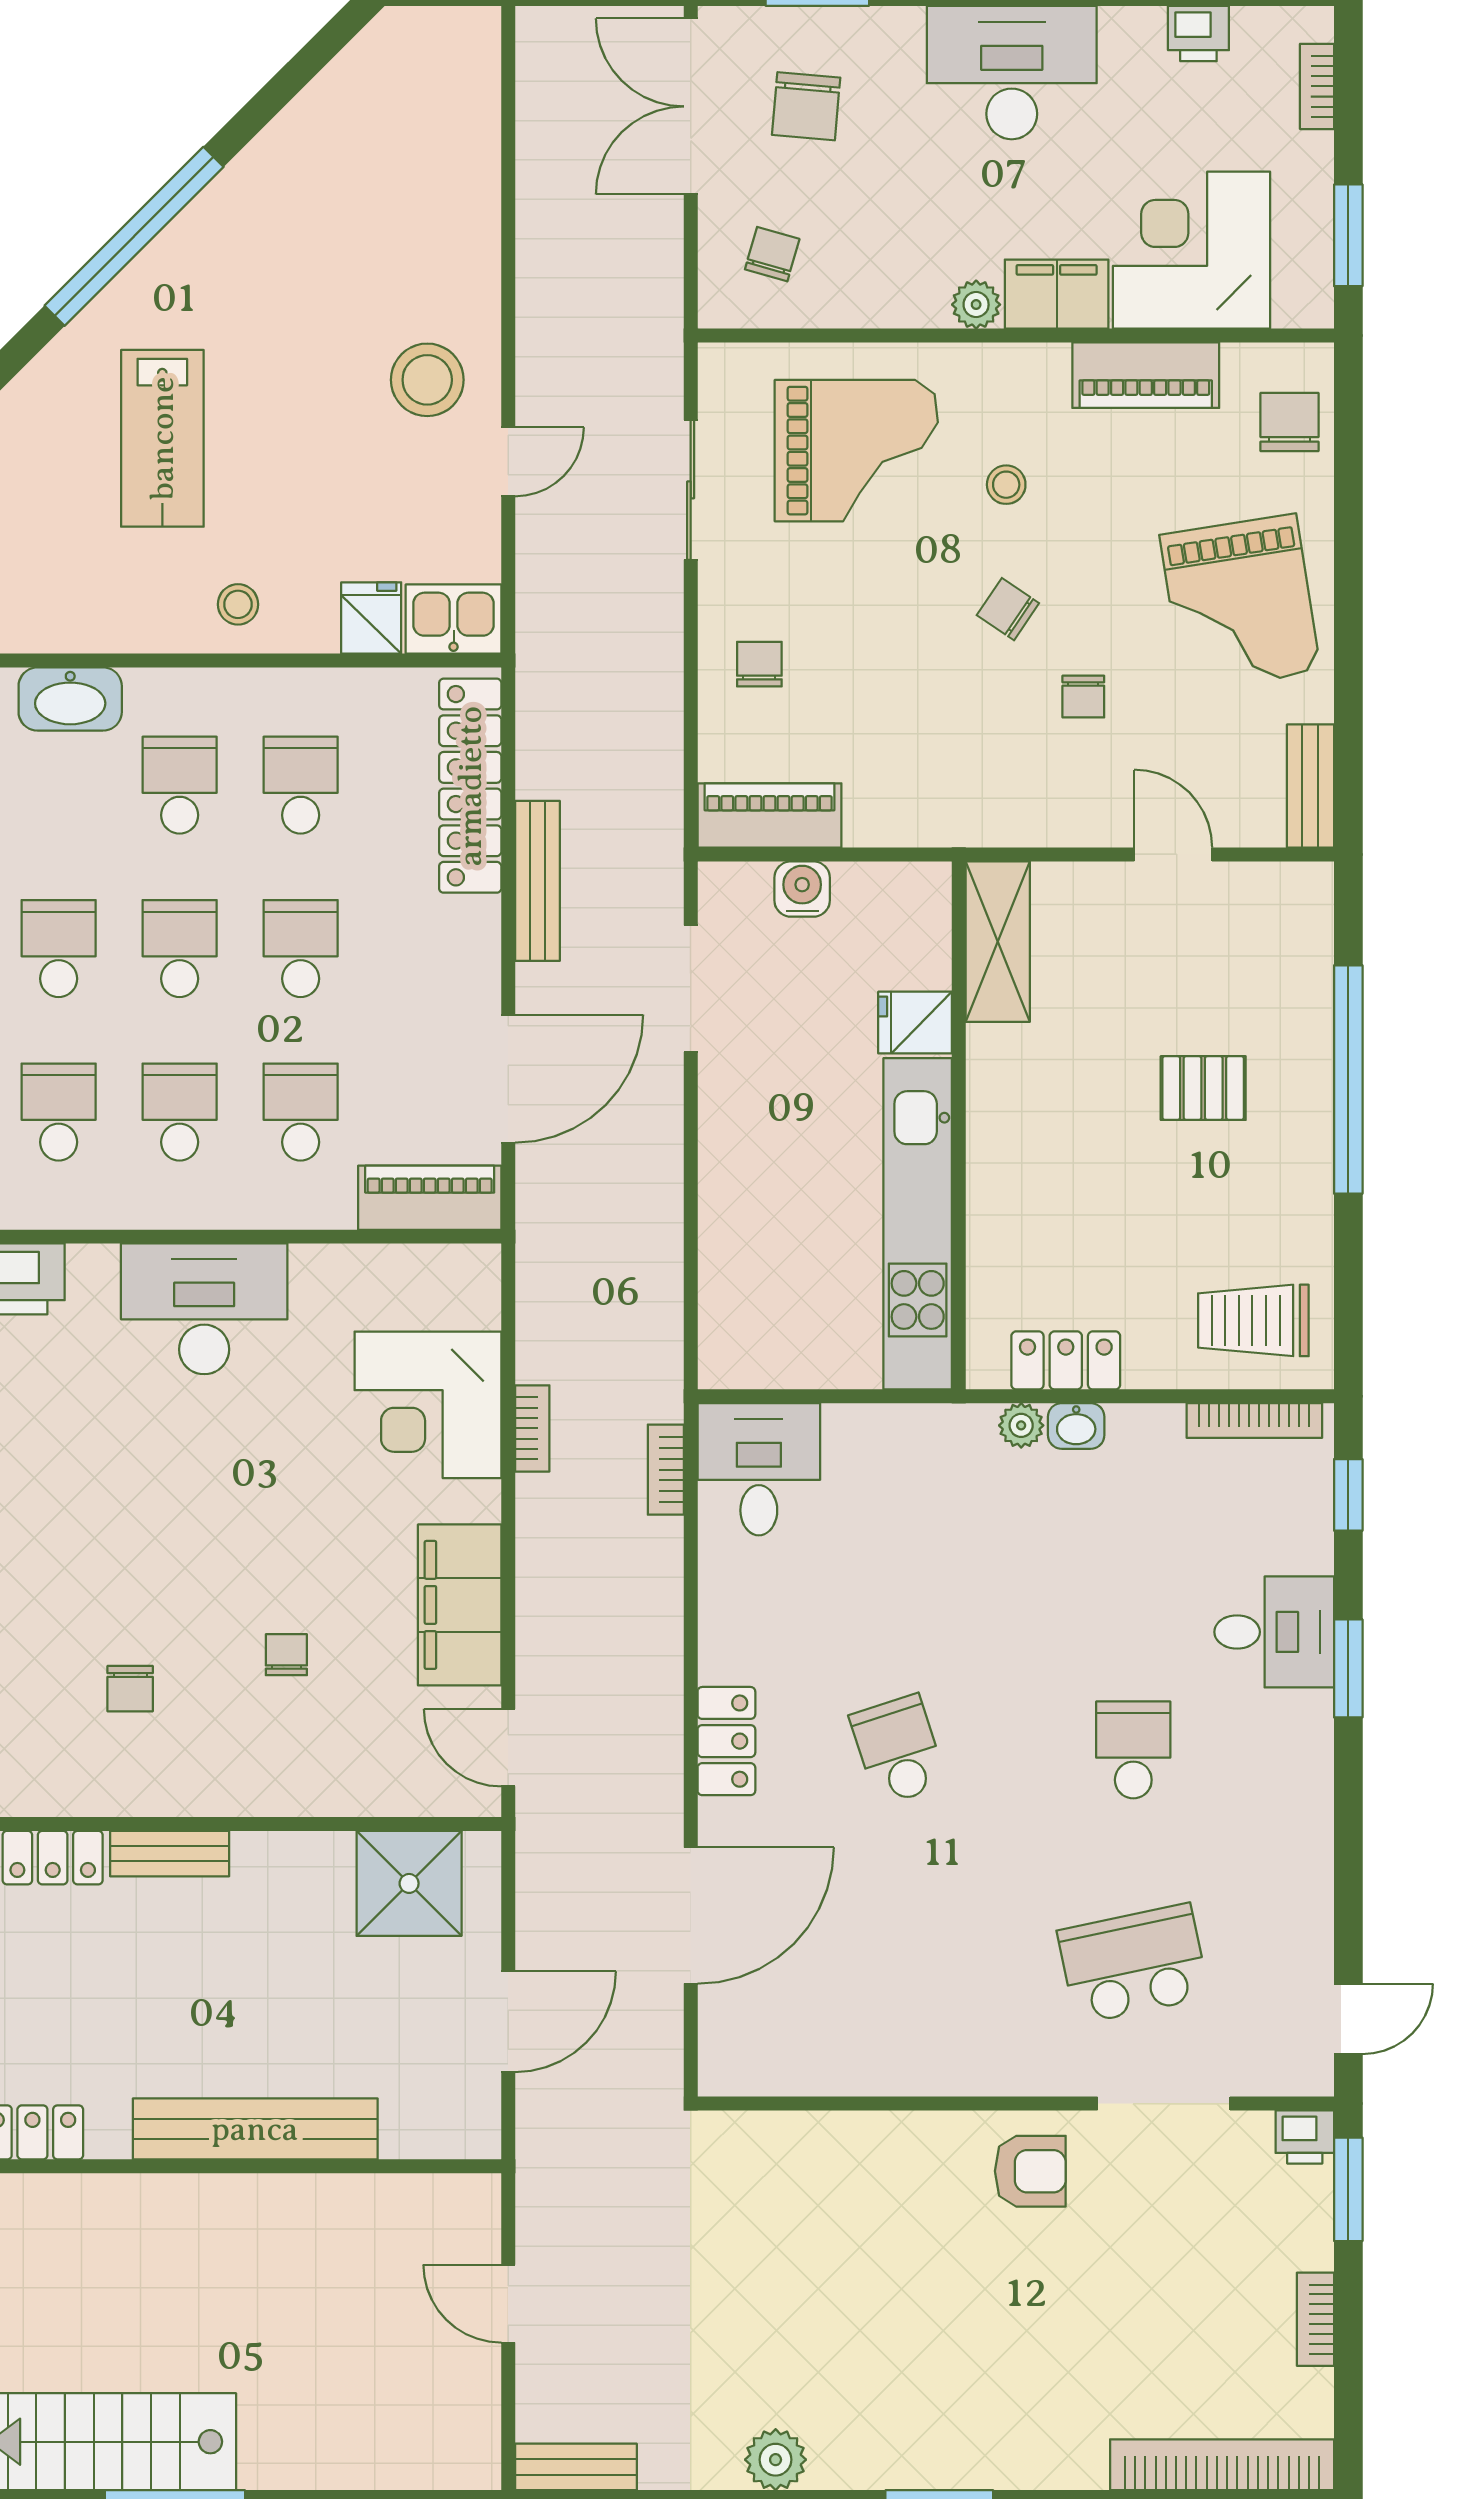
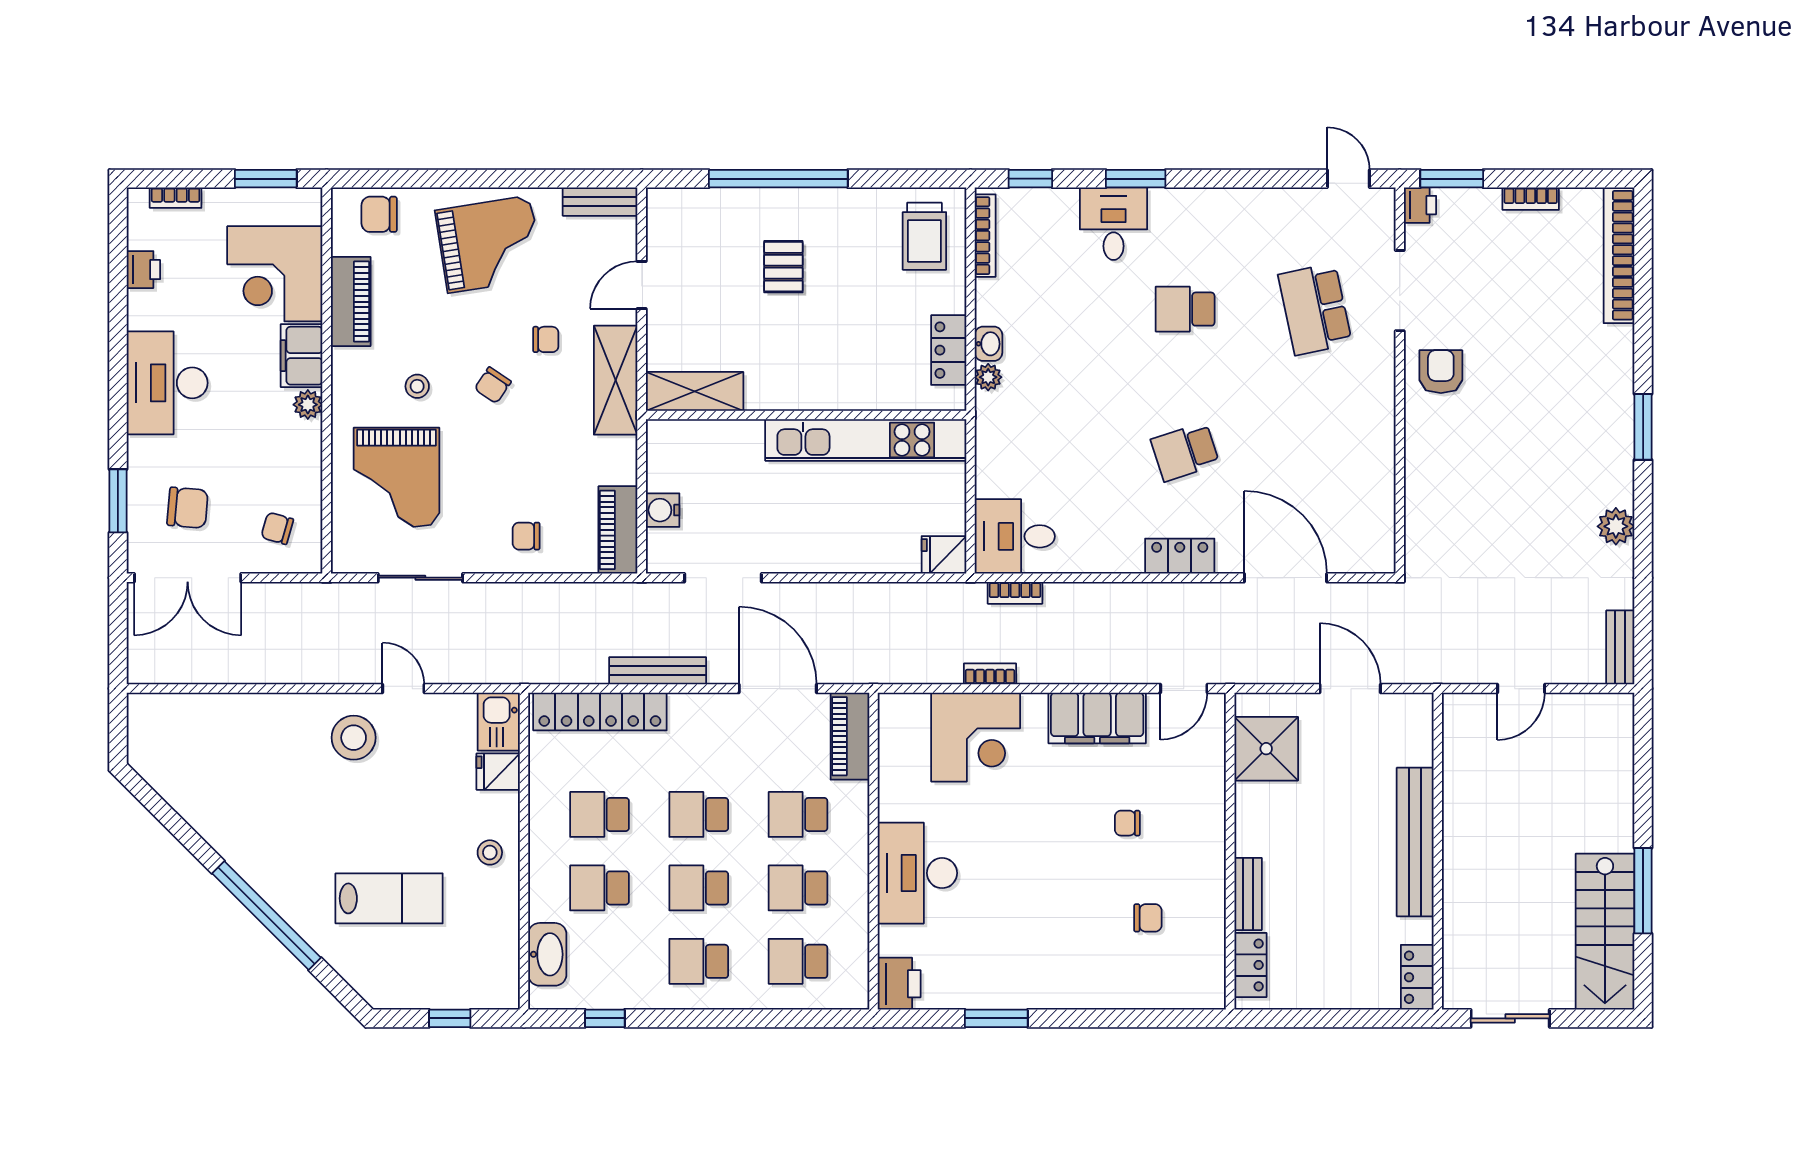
grand piano: (856, 451) -> (397, 477), turned 180
shelving: (1016, 812) -> (616, 380), added
fridge: (915, 1023) -> (944, 555), moved, turned 90

